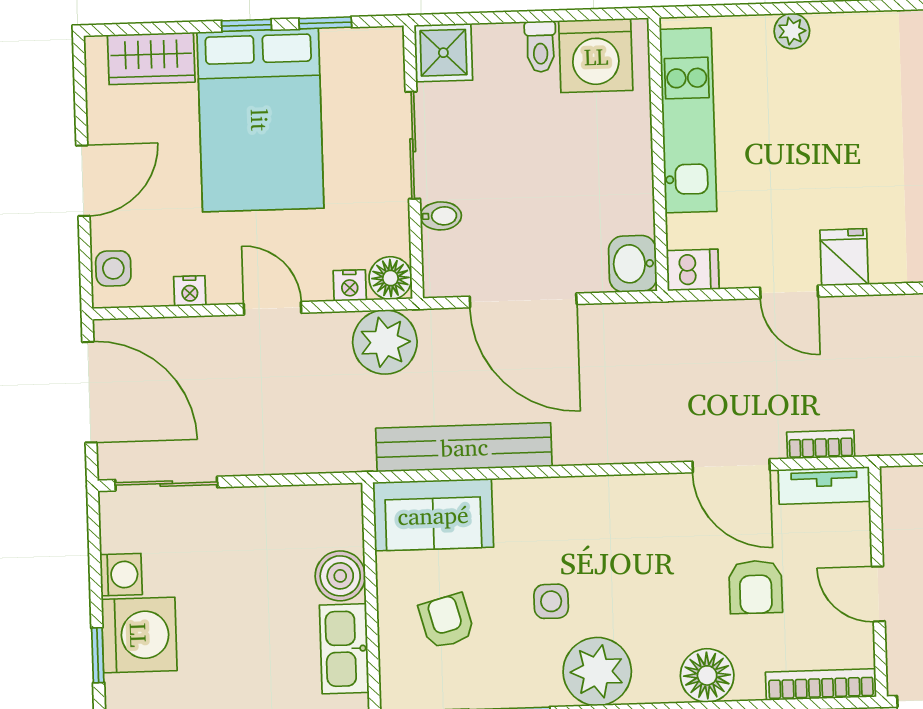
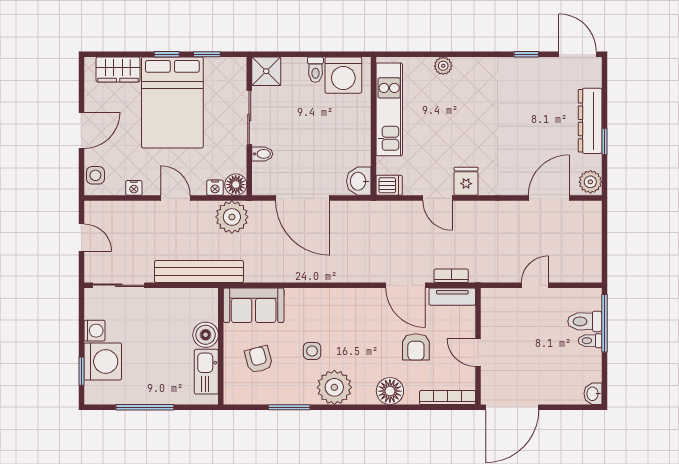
door: (89, 392) -> (81, 238), width x0.53
bench: (464, 447) -> (199, 272), moved

